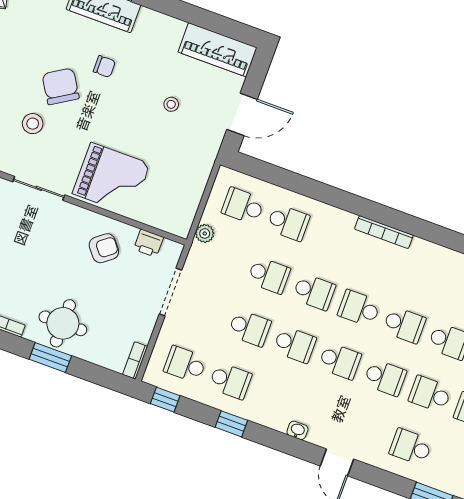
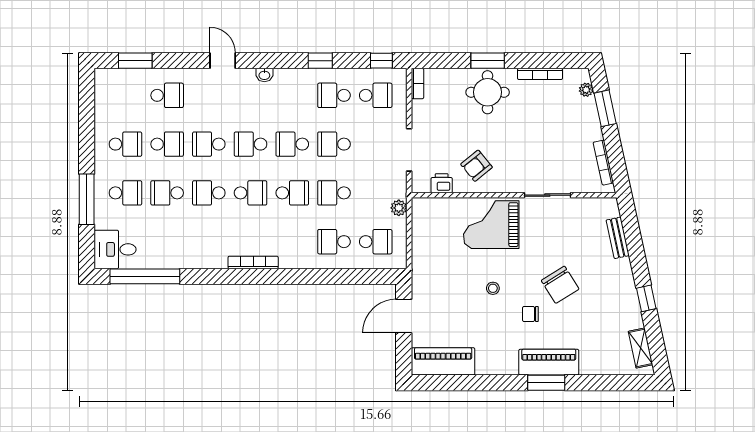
stool: (171, 104) -> (493, 288), moved
stool: (33, 124) -> (572, 246), removed
school desk: (314, 292) -> (292, 193), turned 180

